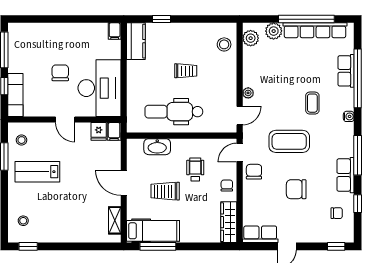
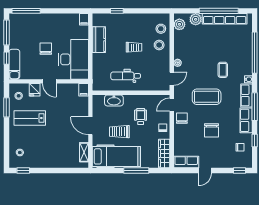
window: (32, 19) -> (26, 11), added
kitchen counter: (136, 41) -> (99, 40), moved
stool: (222, 68) -> (159, 45), added
row of seats: (346, 71) -> (246, 95), moved
dental chair: (174, 112) -> (126, 76), width x0.73, depth x0.72
fridge: (99, 131) -> (35, 90), moved
chair: (296, 189) -> (211, 130), turned -90
hospital bed: (153, 231) -> (116, 156), width x1.37, depth x1.29
window: (158, 246) -> (136, 170), moved

